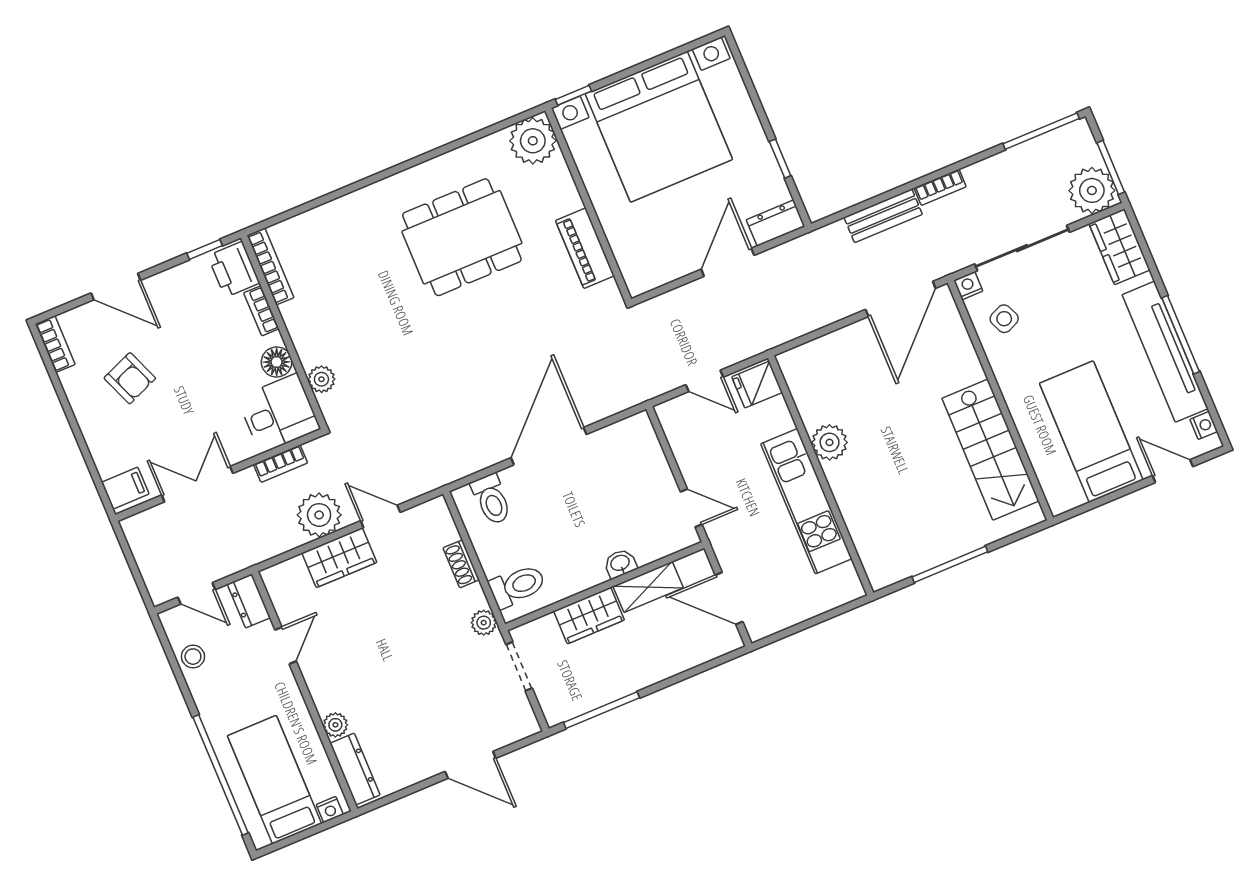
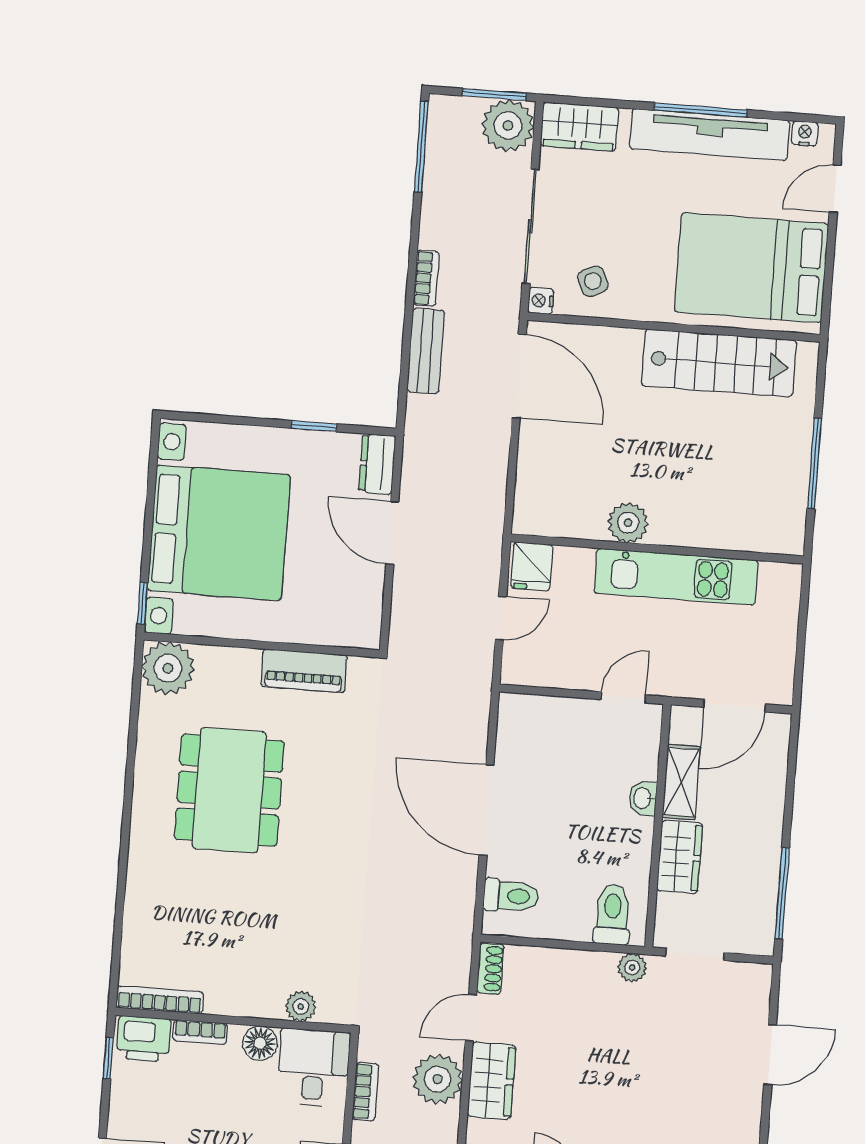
bed: (1091, 432) -> (751, 268), width x1.50
shoe rack: (461, 564) -> (490, 969), moved, turned -90

